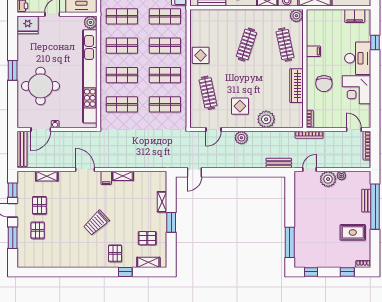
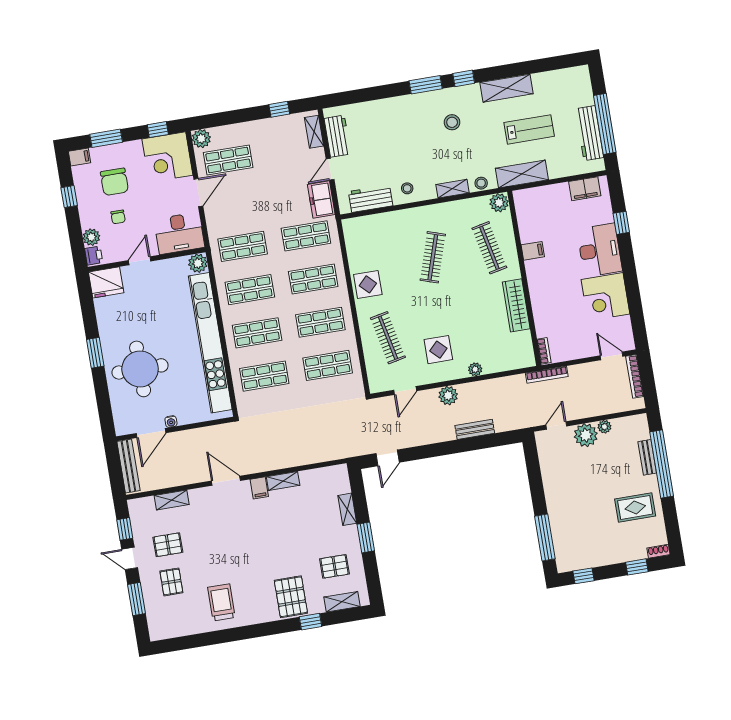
chair: (324, 84) -> (556, 296), removed
plant: (266, 119) -> (475, 369), width x0.53, depth x0.53
bench: (279, 163) -> (475, 429), moved
pallet: (39, 205) -> (168, 545), turned 90
trolley: (96, 223) -> (221, 602), moved, turned 133
pallet: (115, 253) -> (291, 597), width x1.50, depth x1.42

